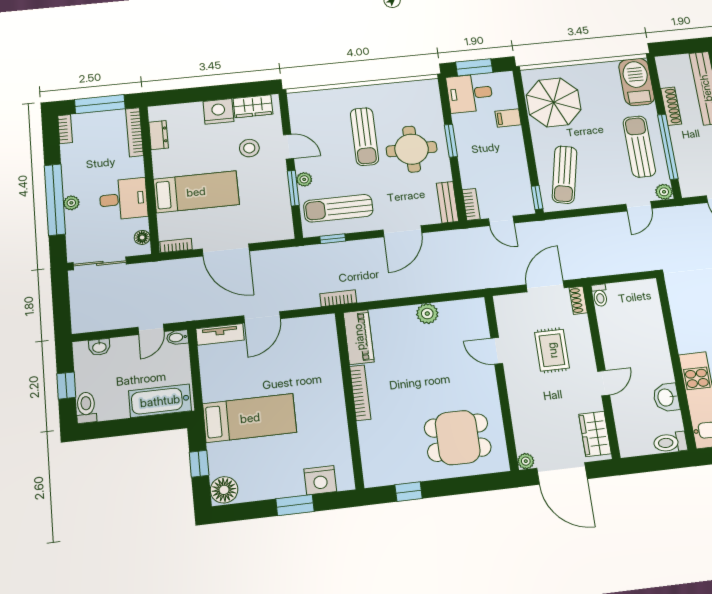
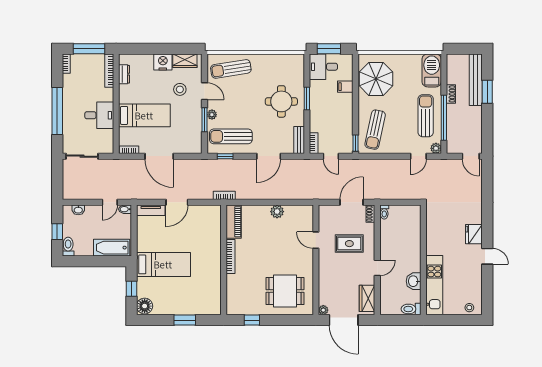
shoe rack: (671, 106) -> (451, 94), width x0.70
sun lounger: (364, 137) -> (231, 69), moved, turned 81
plant: (71, 203) -> (67, 114), removed
floor lamp: (142, 237) -> (109, 142), removed
rug: (552, 350) -> (349, 244), turned 90
nightstand: (320, 480) -> (201, 307), removed

